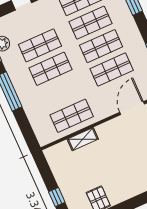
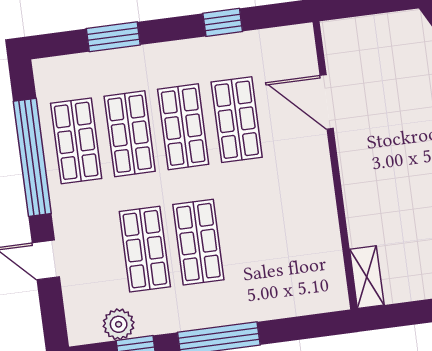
shop shelf: (72, 116) -> (305, 228), removed
shelving: (83, 139) -> (367, 277), moved

